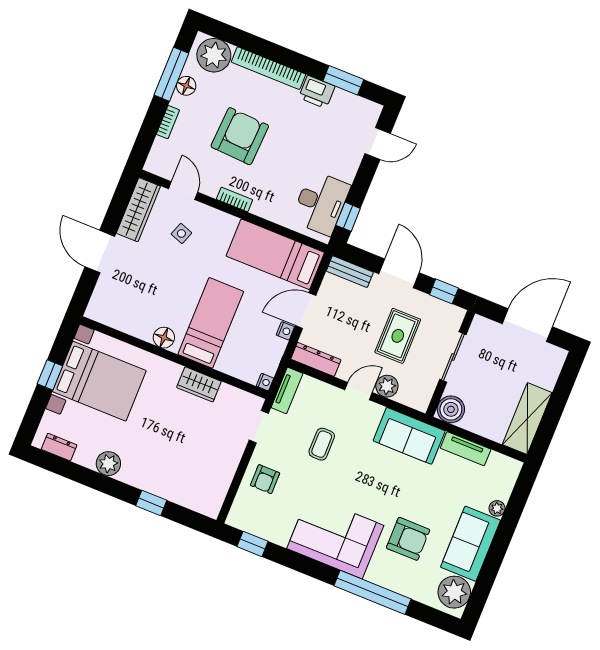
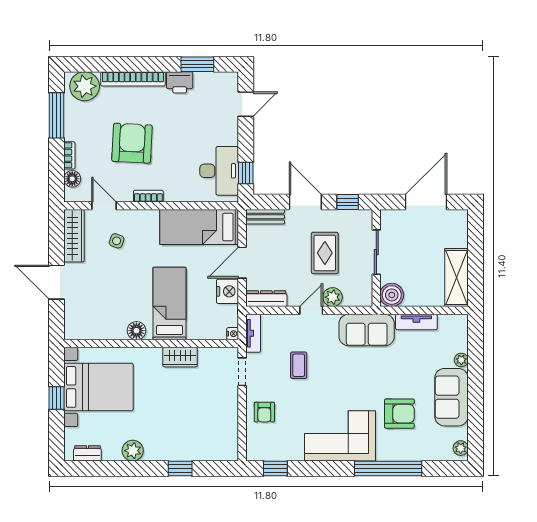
floor lamp: (186, 86) -> (72, 179), moved
nightstand: (285, 331) -> (227, 291), width x1.89, depth x1.79
plant: (454, 592) -> (461, 448), width x0.53, depth x0.53

